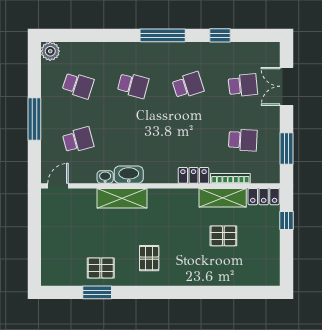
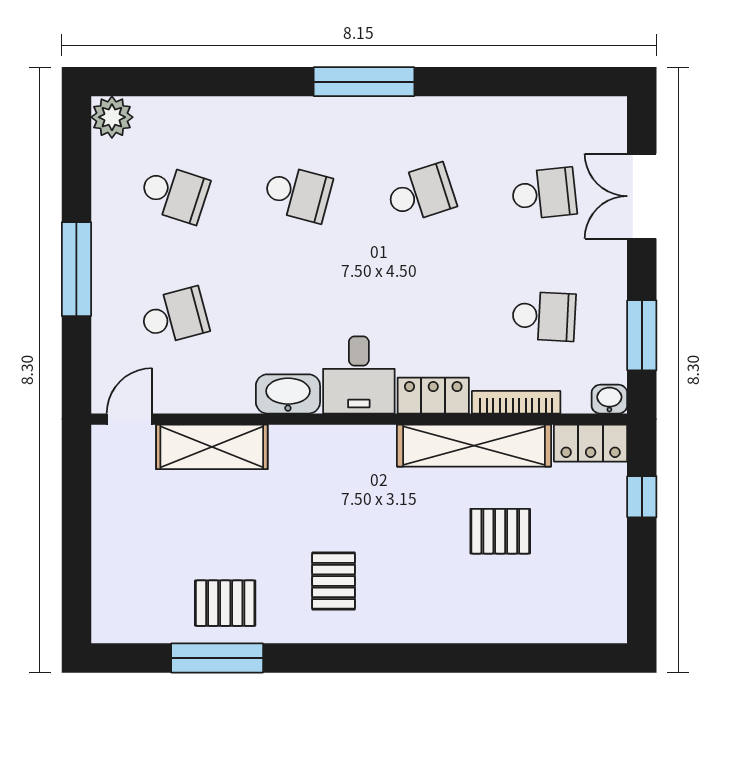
window: (220, 35) -> (493, 82), removed
desk: (160, 166) -> (359, 375), added
washbasin: (105, 177) -> (609, 399), moved
shelving: (122, 198) -> (212, 447), moved
shelving: (223, 198) -> (474, 446), width x1.47
window: (97, 292) -> (217, 658), width x1.44

